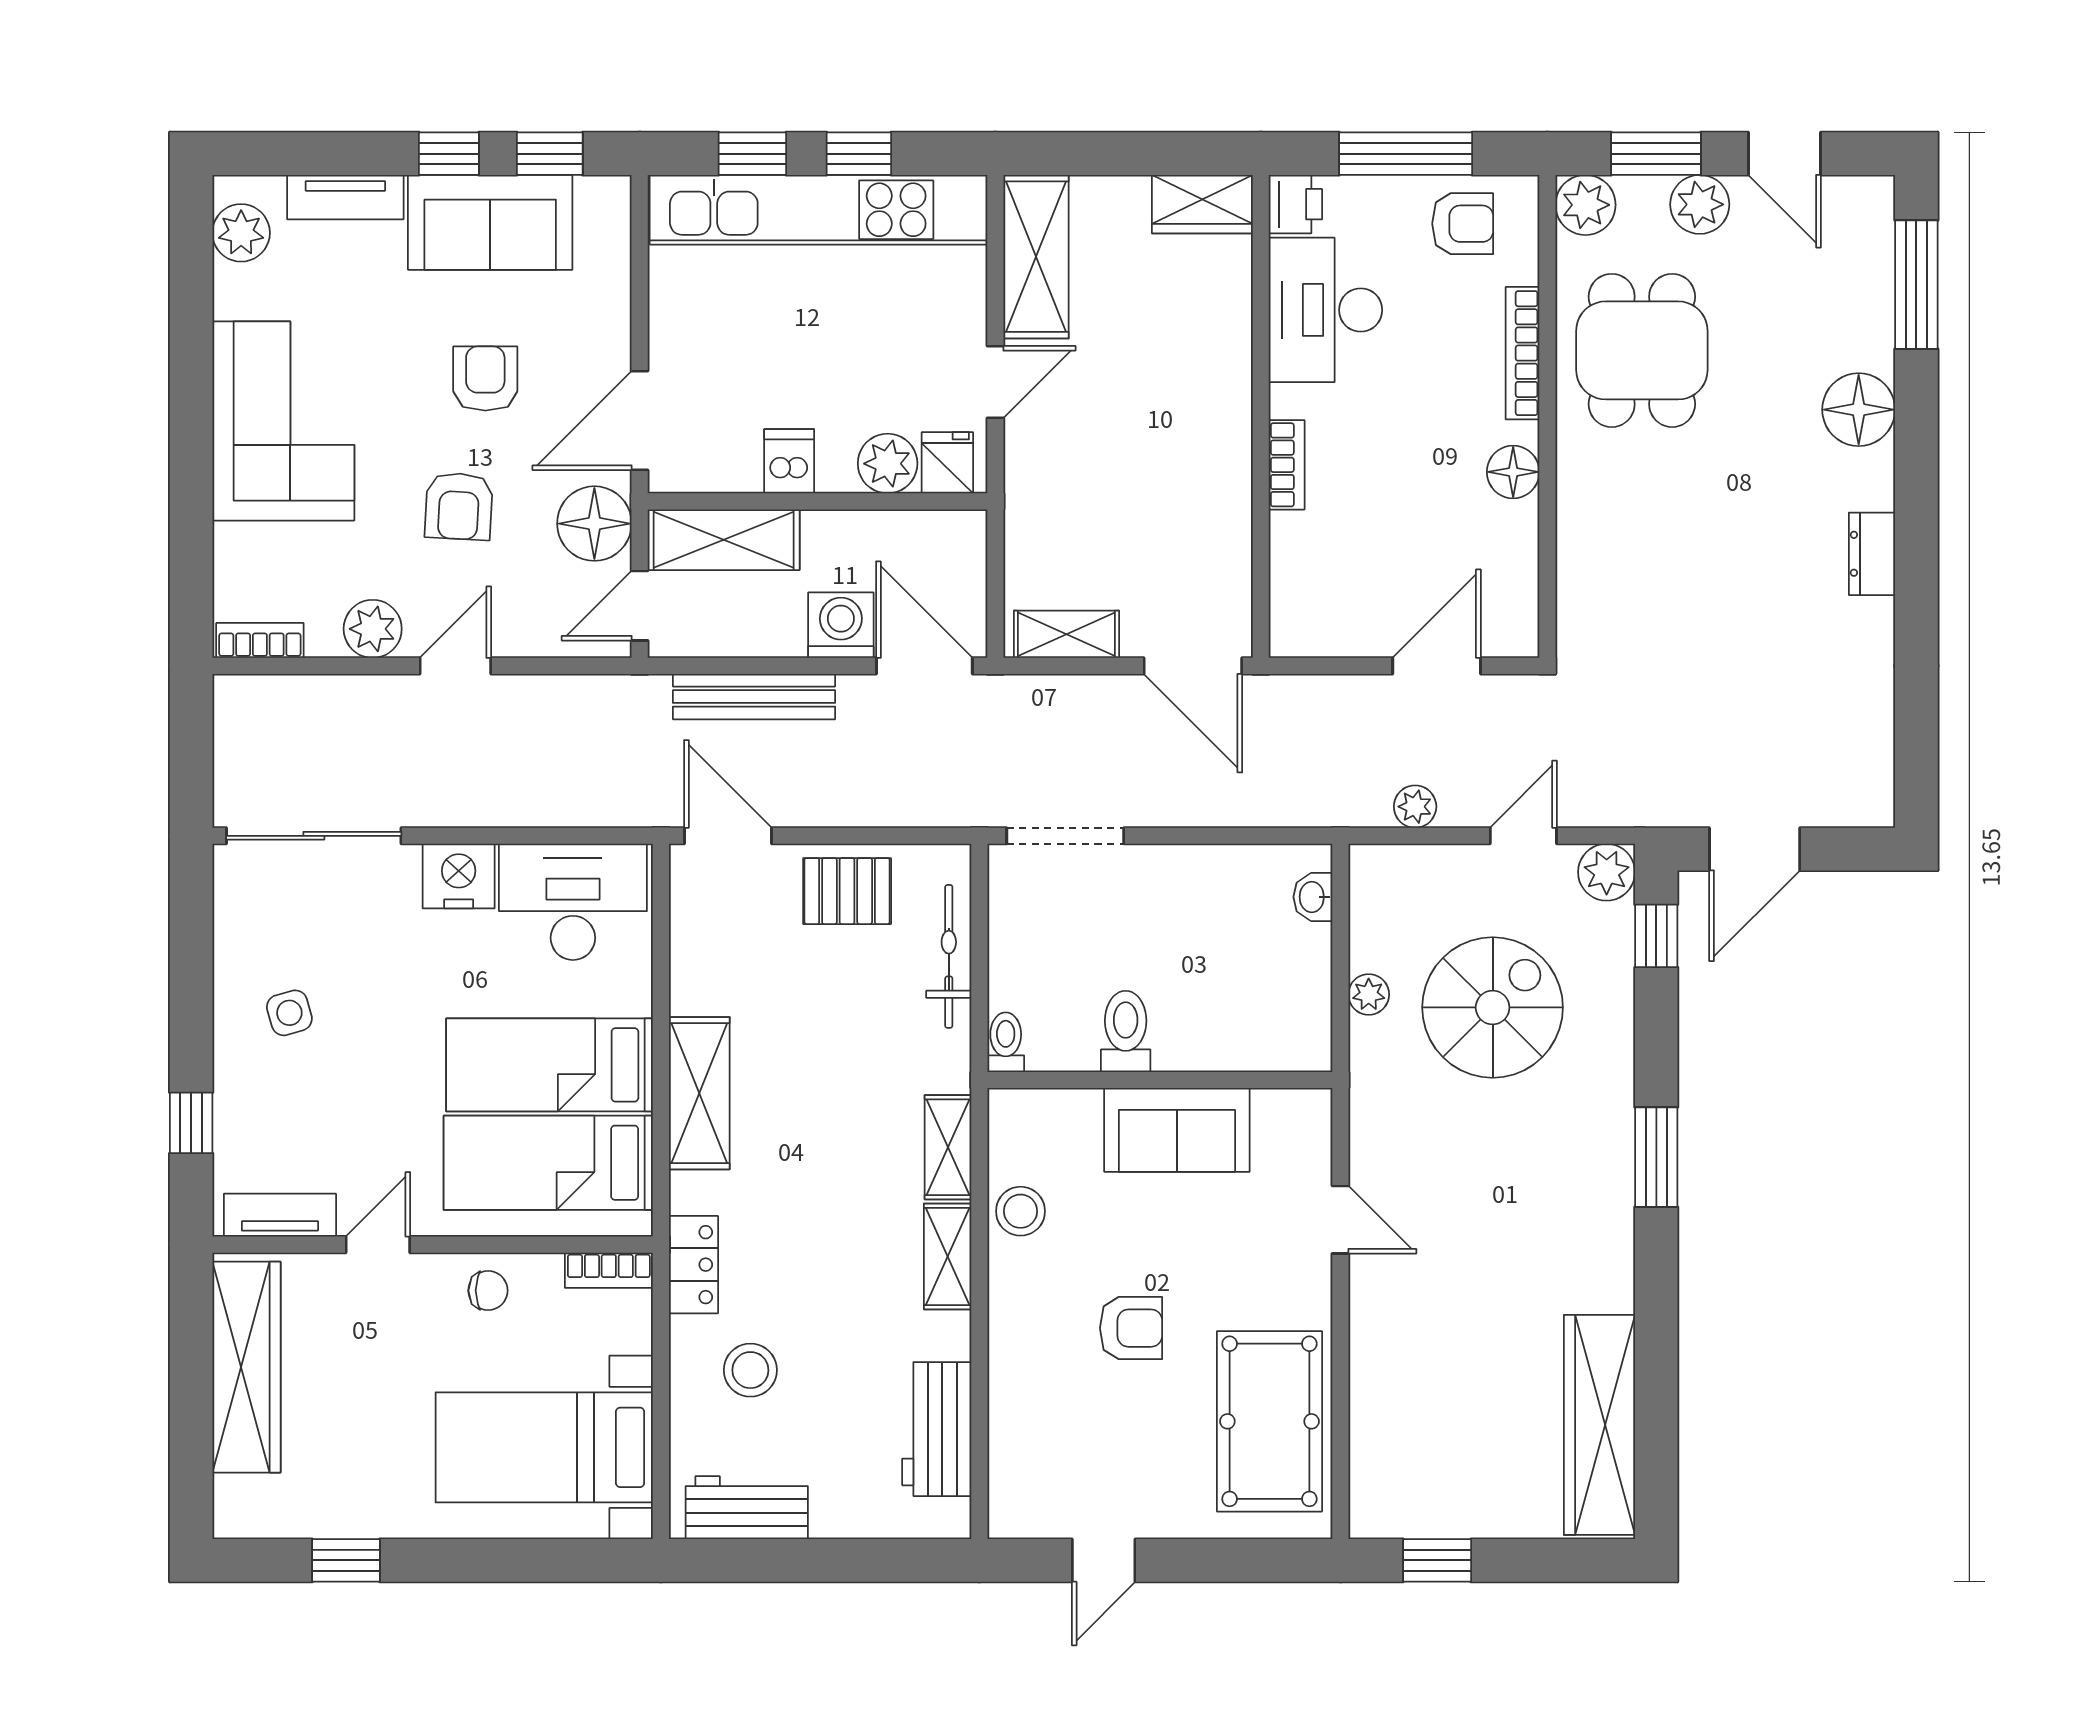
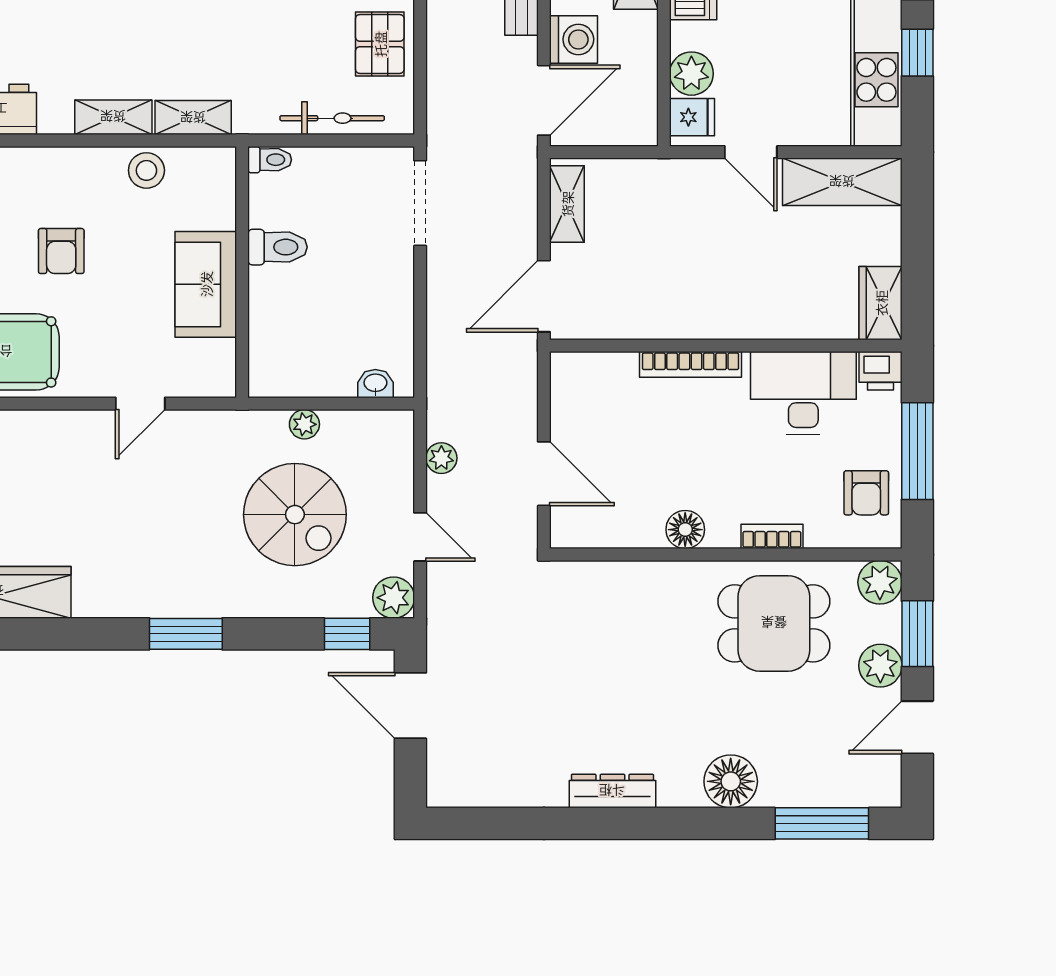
bookcase: (1523, 353) -> (772, 536), width x0.64
bookcase: (1287, 465) -> (690, 364), width x1.56
dresser: (1872, 554) -> (612, 791), width x1.44

